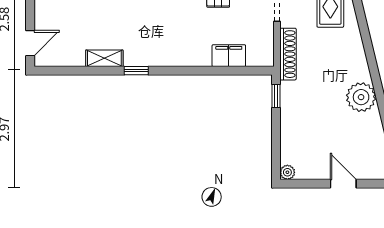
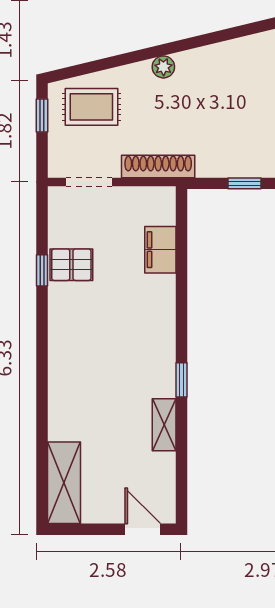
window: (276, 96) -> (244, 183), moved
plant: (361, 97) -> (163, 67), moved, width x0.53, depth x0.53

